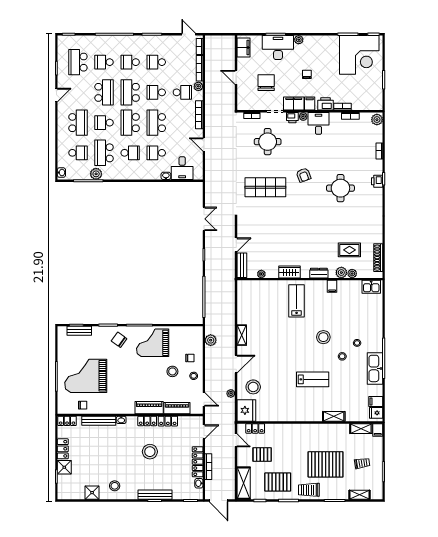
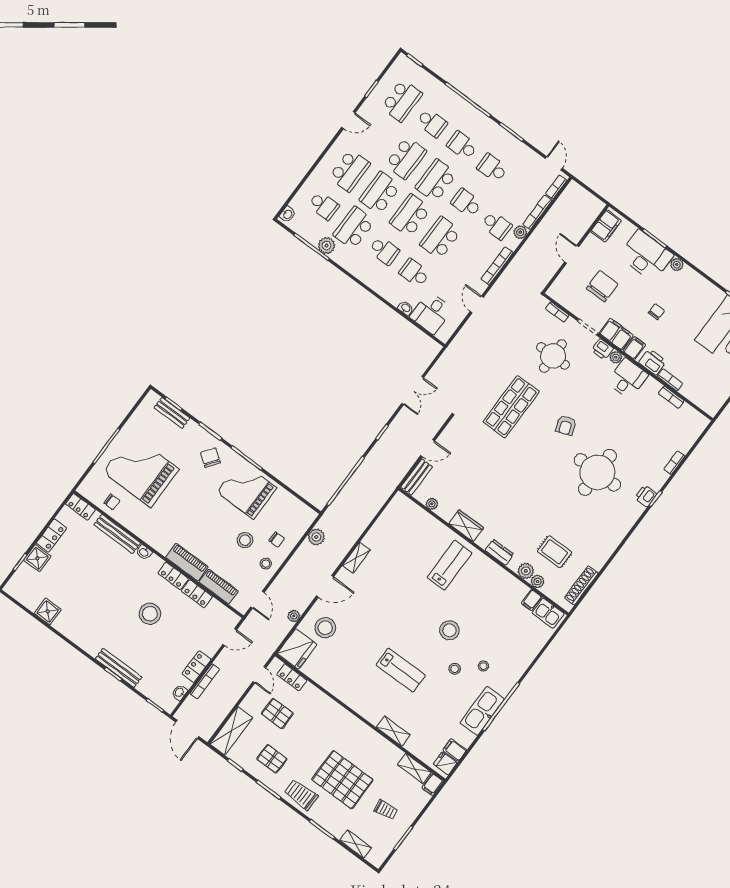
school desk: (78, 62) -> (402, 101), turned 180
school desk: (104, 62) -> (432, 123), turned 180
plant: (377, 120) -> (699, 424), removed
school desk: (104, 123) -> (380, 193), width x1.85
shop shelf: (265, 187) -> (511, 407), turned 90
round table: (340, 188) -> (597, 472), width x1.36, depth x1.36
filing cabinet: (332, 286) -> (532, 600), moved
locker: (198, 462) -> (197, 667), width x0.66
pallet: (278, 482) -> (272, 759), width x0.67, depth x0.71
stool: (115, 486) -> (80, 623), removed

